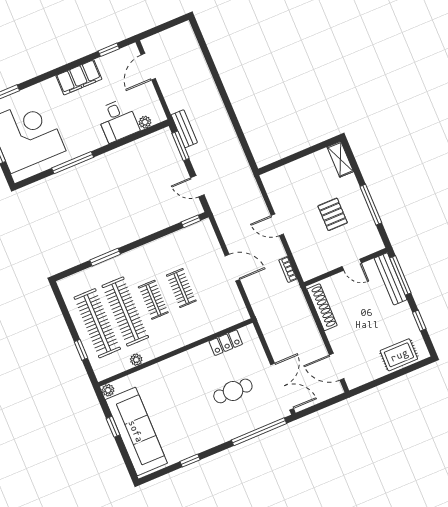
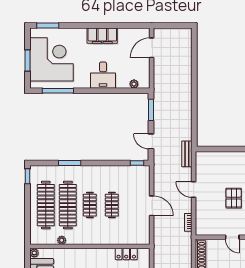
window: (109, 50) -> (130, 25), removed
desk: (118, 120) -> (103, 75), moved
bench: (184, 129) -> (187, 154), moved
window: (73, 163) -> (58, 91), moved
window: (81, 350) -> (27, 176), moved

